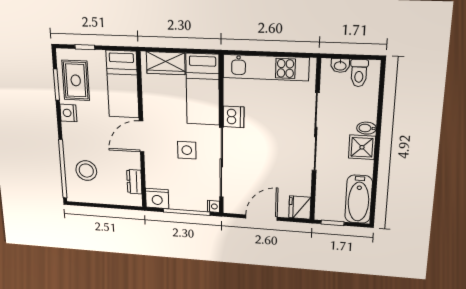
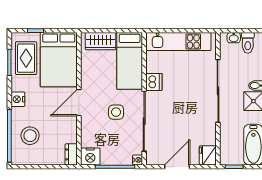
bed: (123, 84) -> (59, 60), width x1.50
nightstand: (68, 113) -> (18, 99), moved
dresser: (134, 182) -> (71, 154), moved

